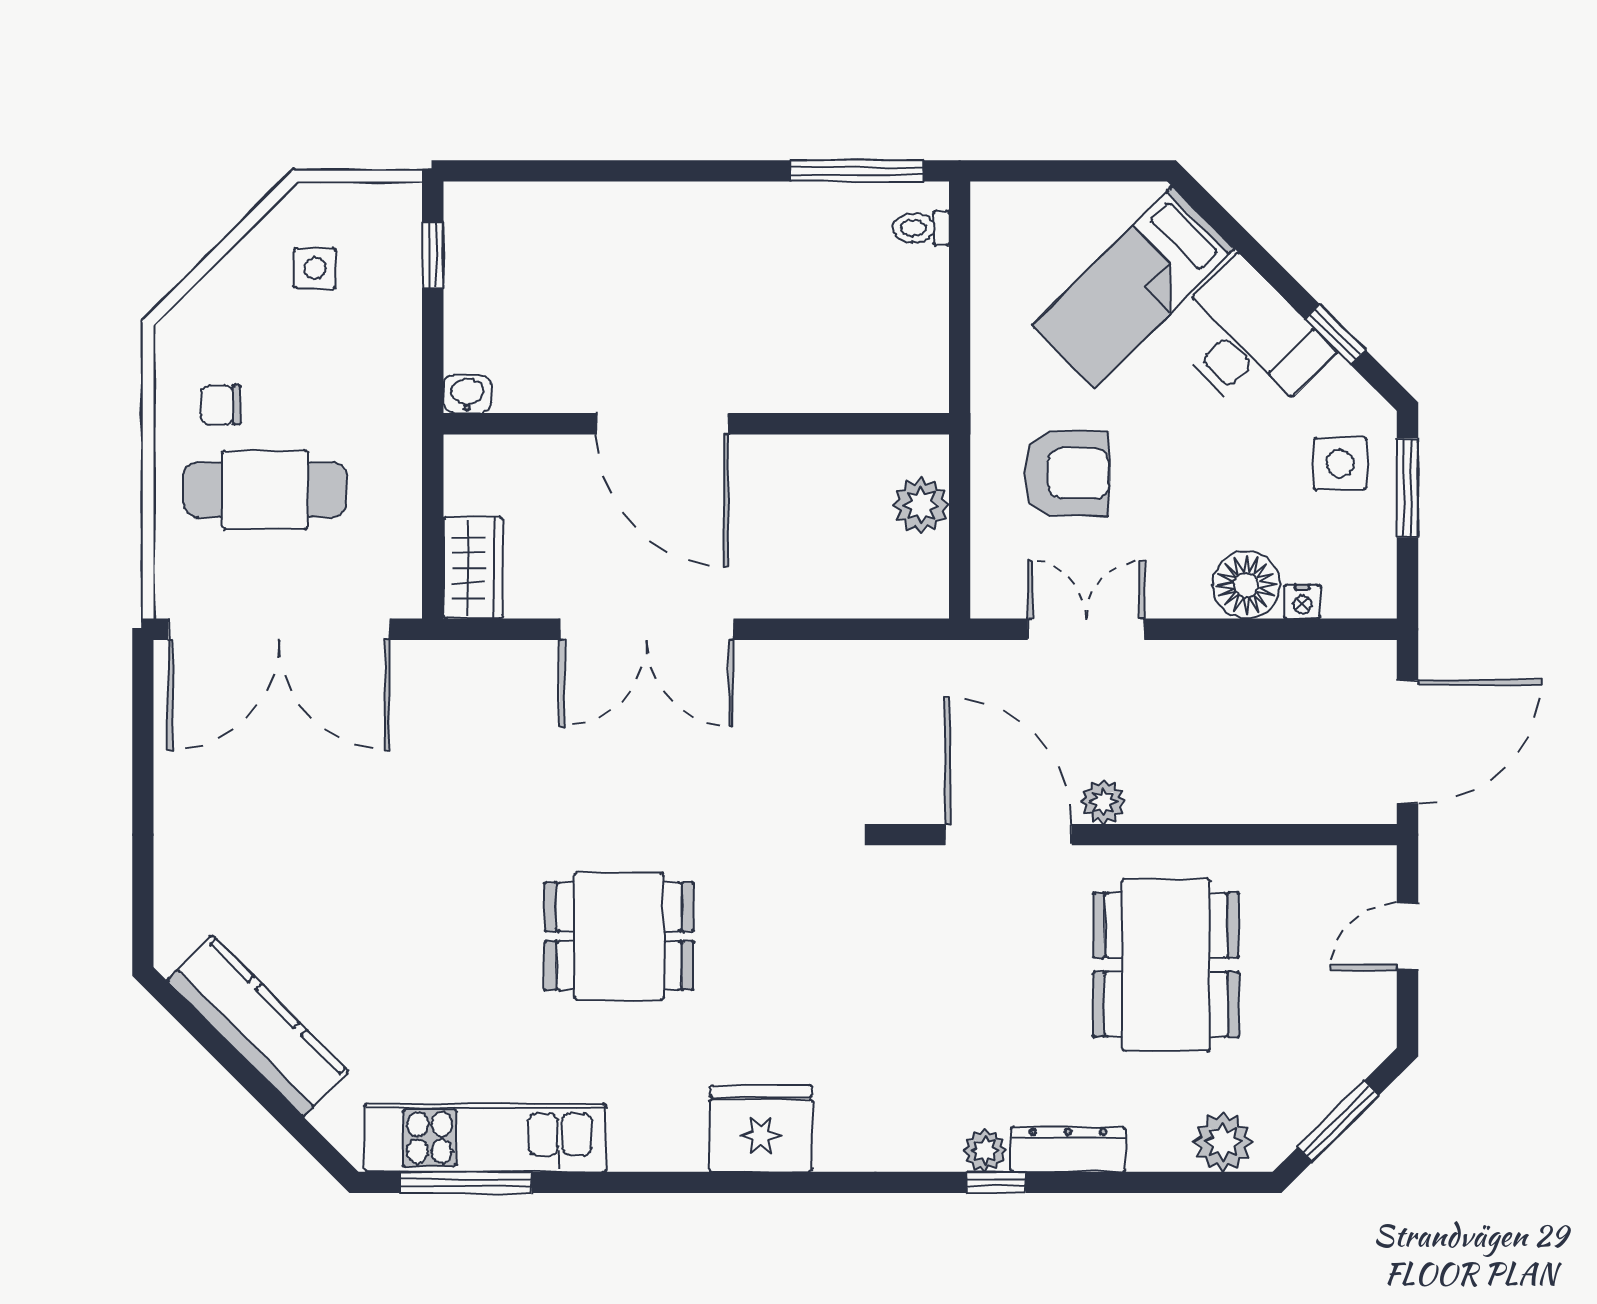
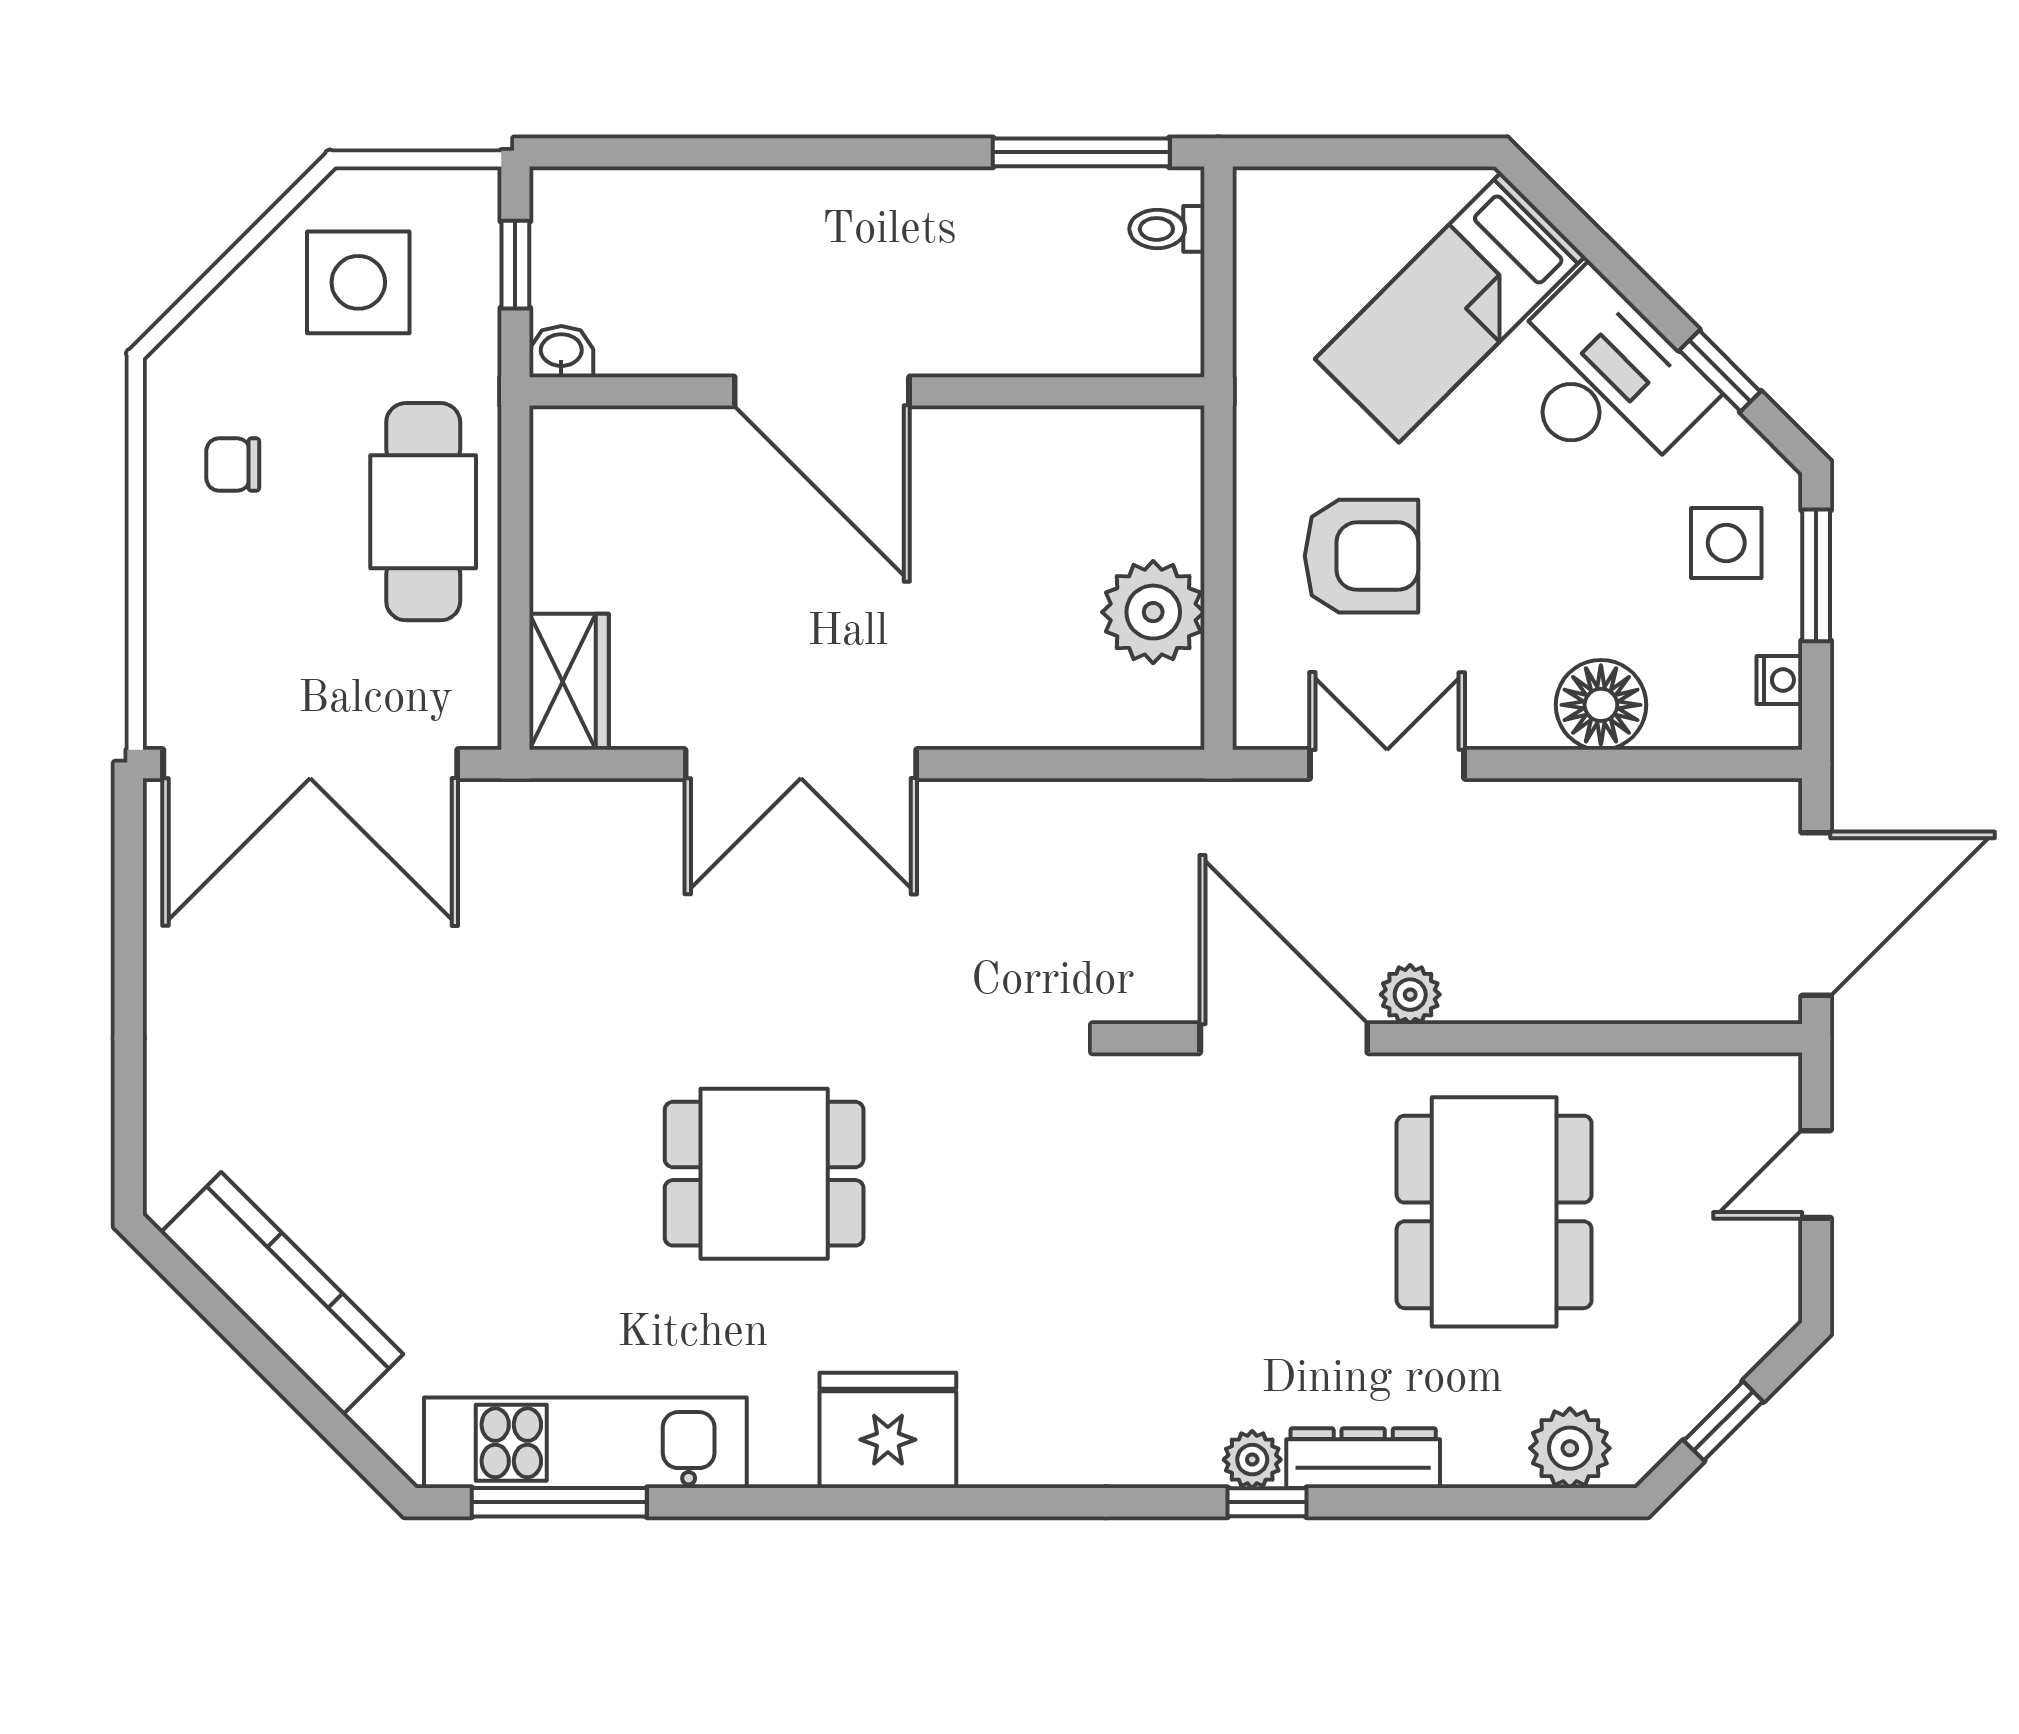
side table: (315, 268) -> (358, 282), width x1.87, depth x1.87
washbasin: (467, 394) -> (561, 352), moved
door: (662, 424) -> (822, 391), moved
wall: (696, 424) -> (867, 391), moved
cafe table: (265, 490) -> (423, 512), moved, turned 90
plant: (921, 505) -> (1153, 612), width x1.36, depth x1.36
nightstand: (1302, 602) -> (1779, 680), moved, turned -90
window: (1338, 1121) -> (1723, 1421), width x0.67
fridge: (761, 1129) -> (888, 1430), moved

